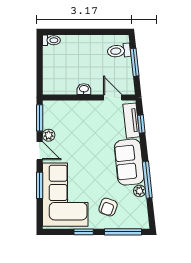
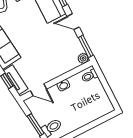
toilet: (51, 40) -> (89, 76), moved
plant: (49, 135) -> (83, 58), moved

